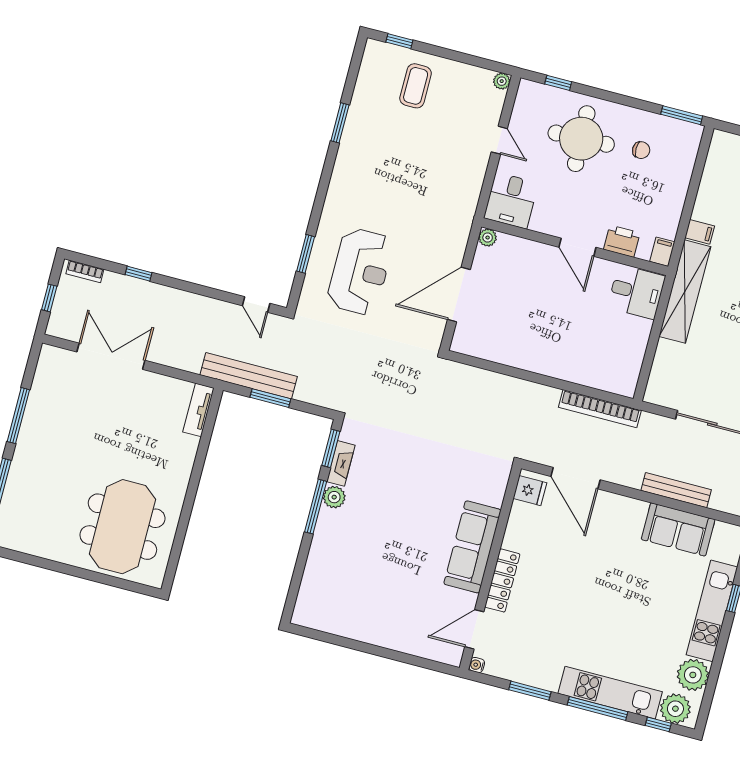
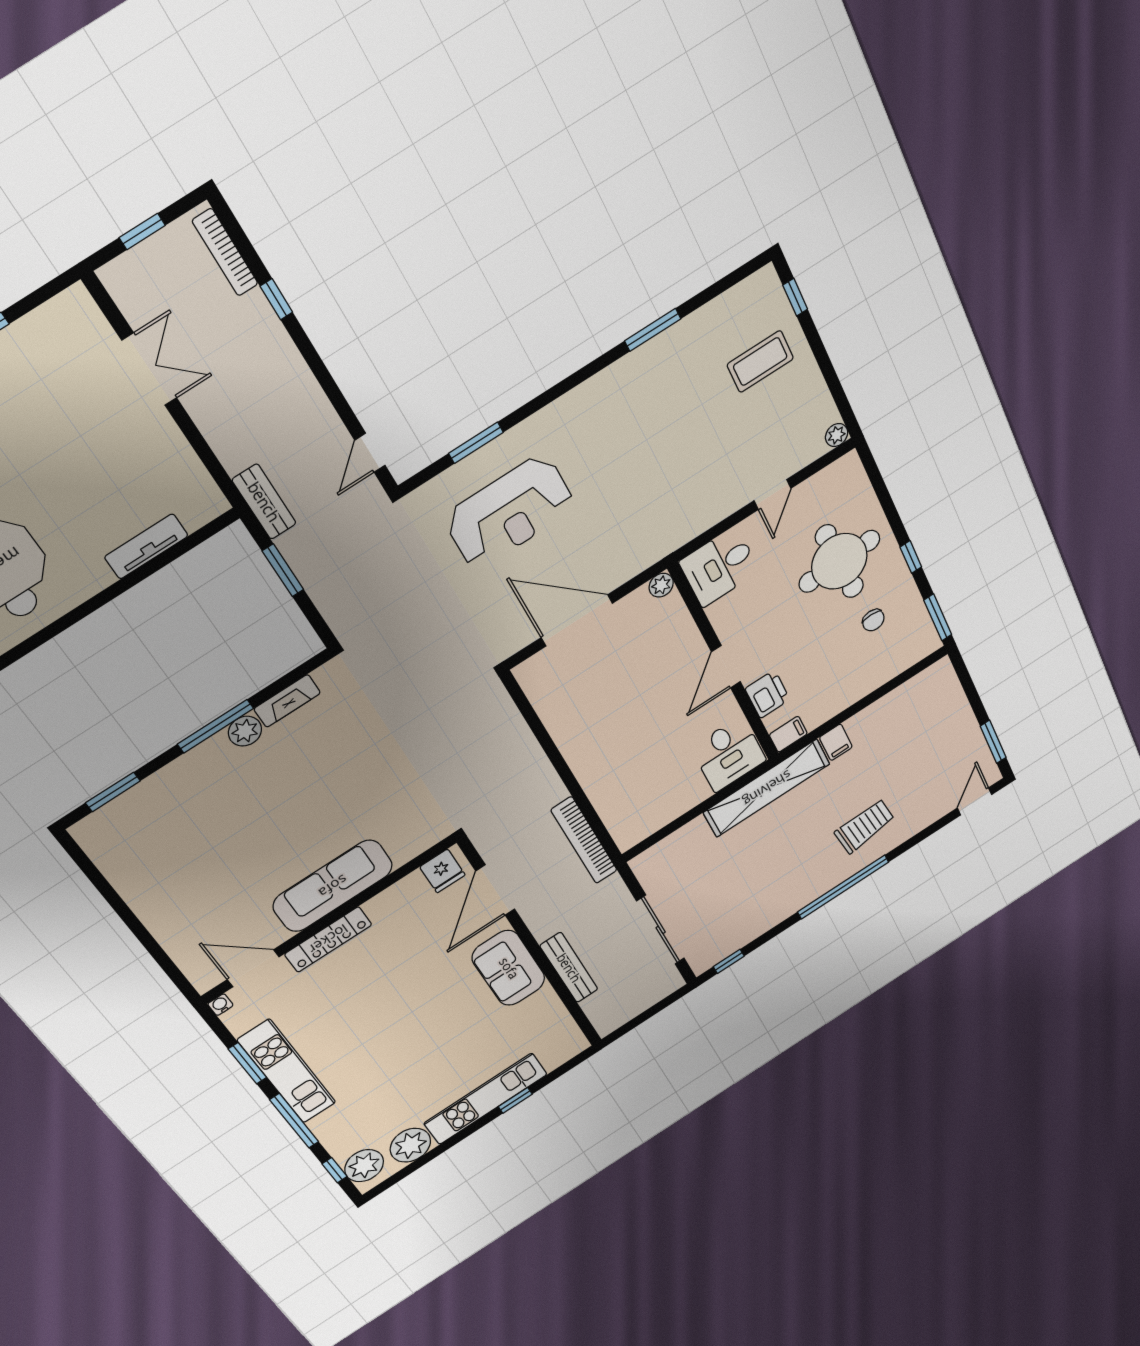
window: (558, 83) -> (911, 557), moved
bookcase: (85, 271) -> (225, 252), width x1.56
double door: (111, 356) -> (149, 369), width x0.73
bench: (249, 376) -> (264, 502), width x0.54, depth x0.82
tv unit: (198, 410) -> (146, 546), moved
window: (331, 448) -> (113, 792), moved
sofa: (678, 529) -> (509, 968), moved
kitchen unit: (610, 693) -> (287, 1071), moved

